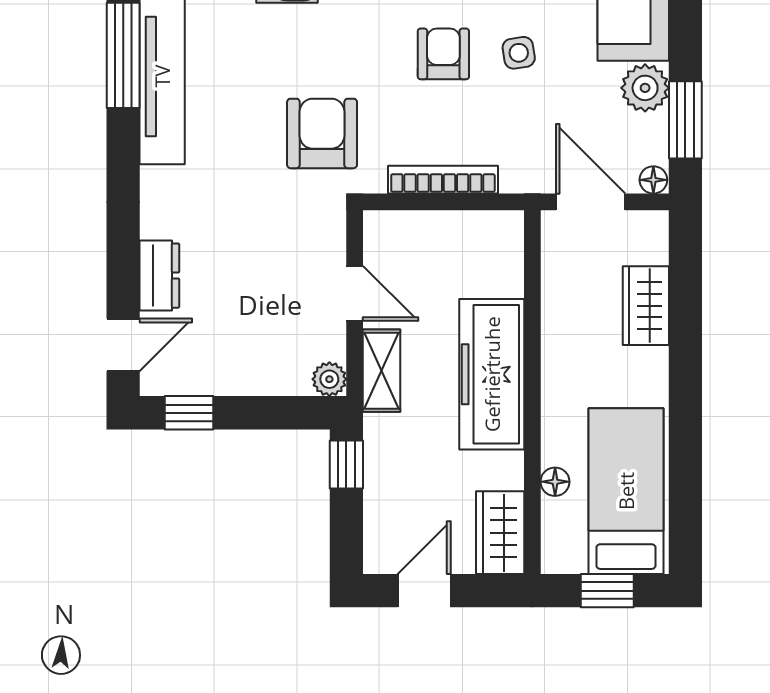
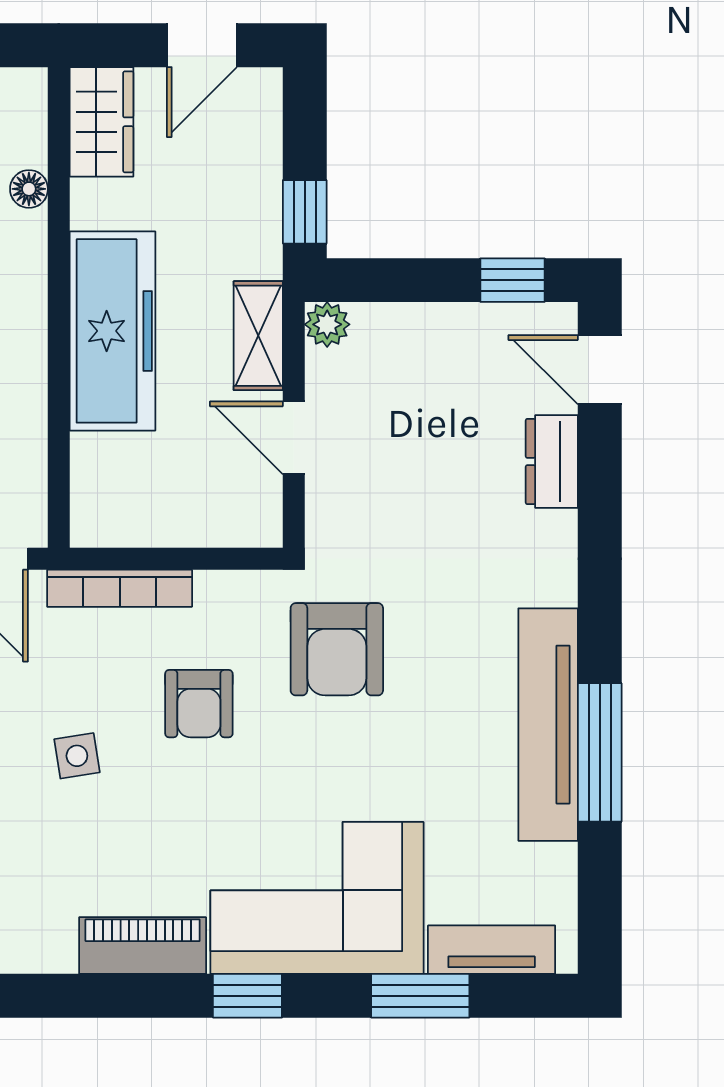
armchair: (443, 54) -> (199, 704), moved
bookcase: (443, 180) -> (120, 588), moved
door: (123, 345) -> (600, 370), hinge flipped

